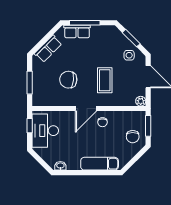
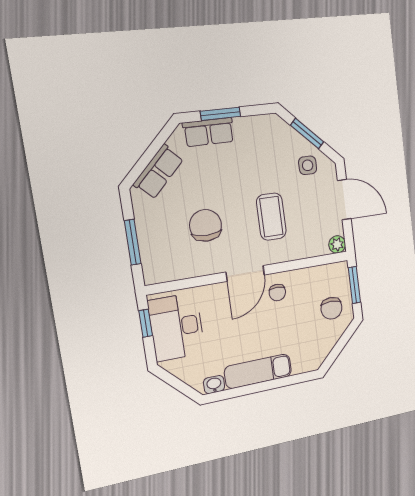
window: (85, 23) -> (220, 114), width x0.69
chair: (68, 80) -> (206, 225), turned 84
exam couch: (100, 164) -> (258, 371), moved

